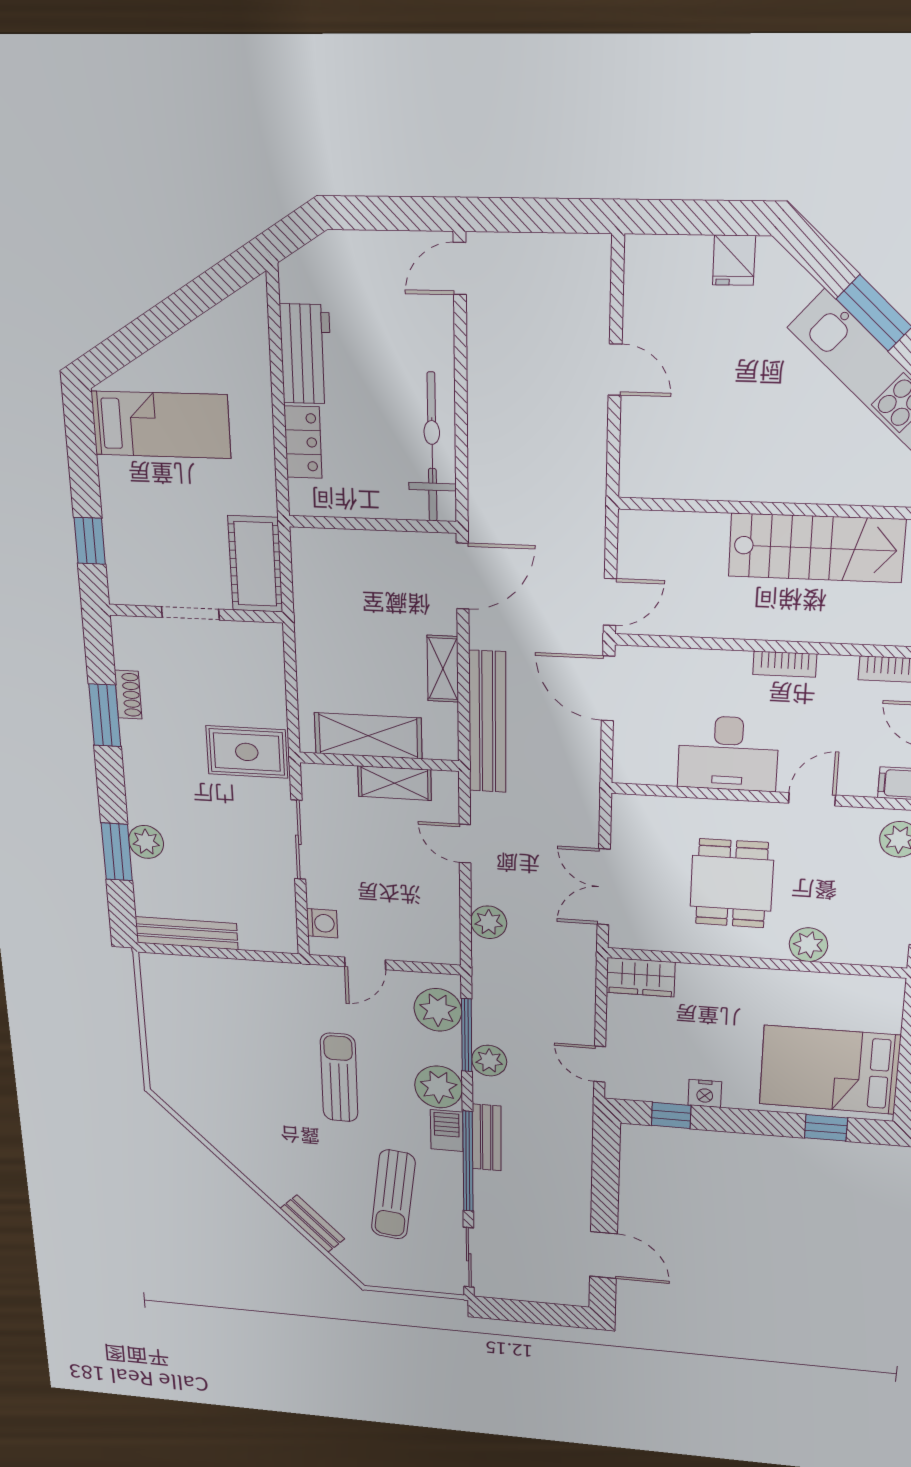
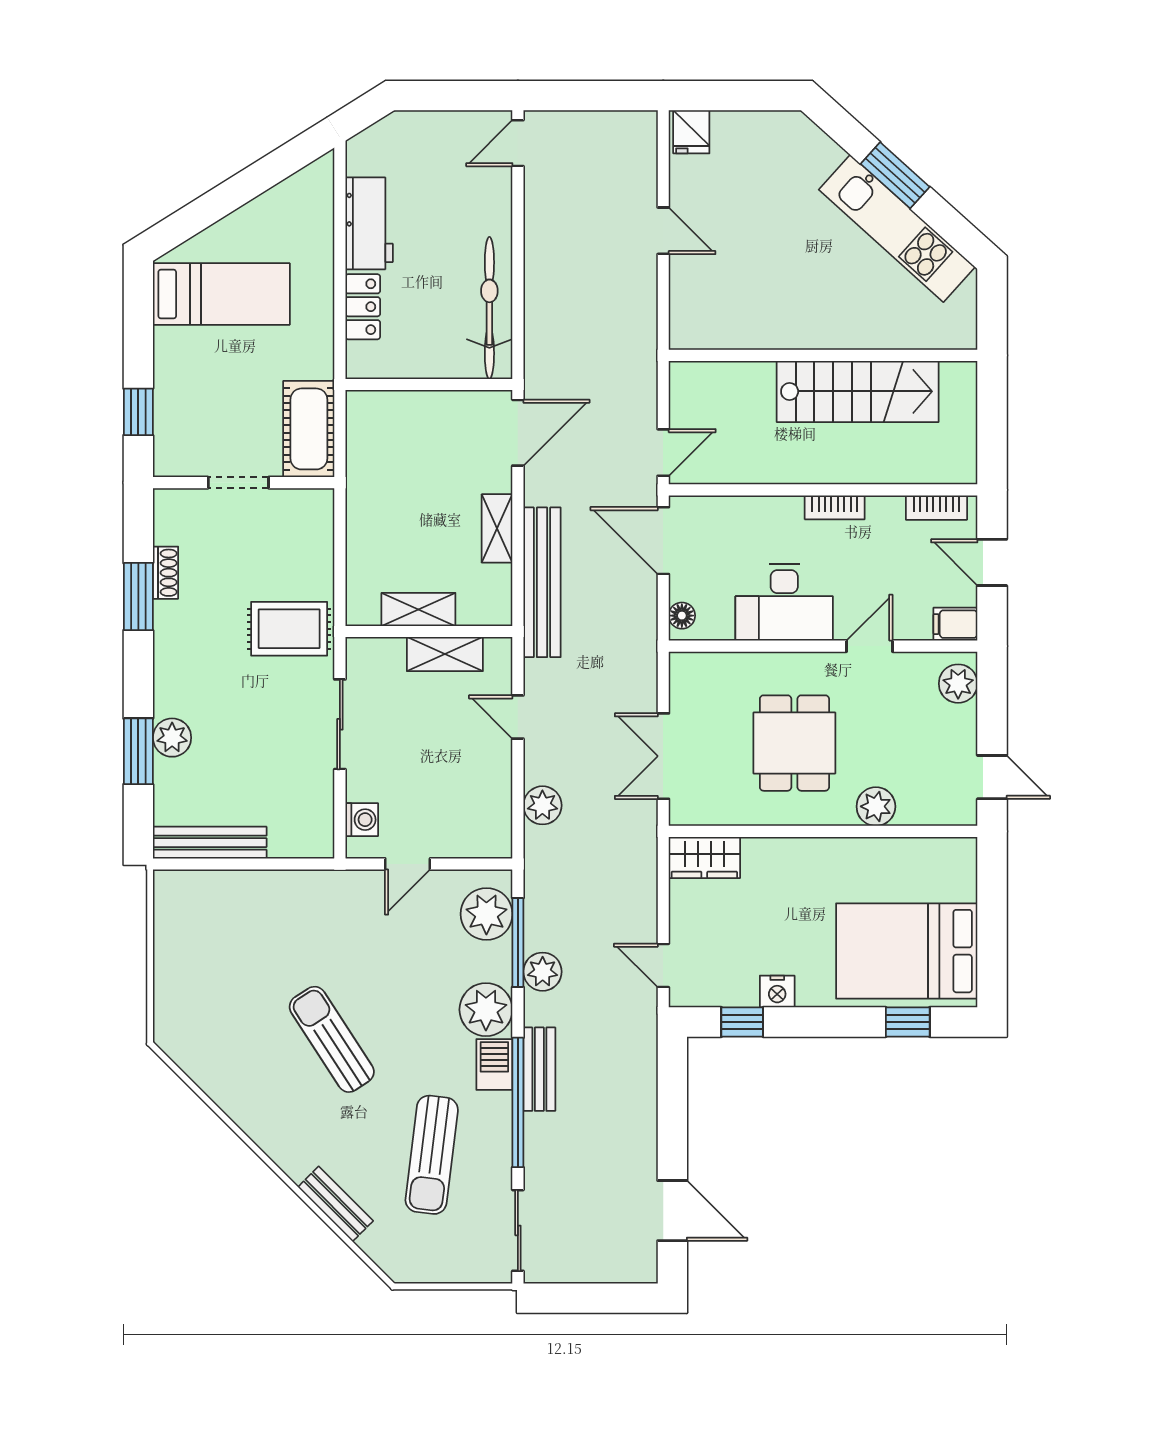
fridge: (734, 260) -> (691, 132), moved
shelving: (368, 736) -> (418, 609), width x0.67, depth x0.75
floor lamp: (625, 760) -> (682, 616), added
sun lounger: (339, 1078) -> (332, 1039), moved, turned -33

